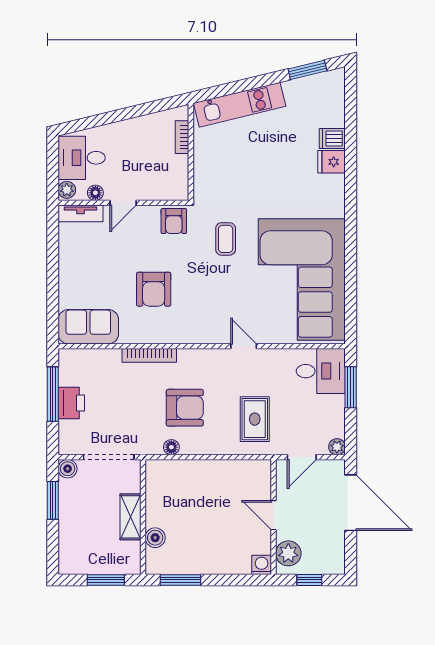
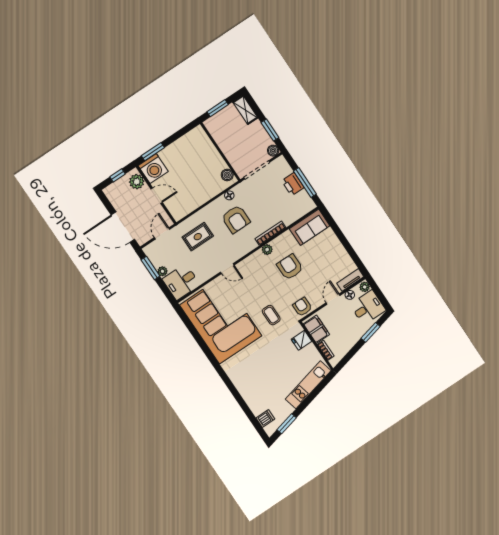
window: (101, 120) -> (371, 332), added
dishwasher: (332, 138) -> (265, 418), moved
fridge: (332, 162) -> (301, 340), moved, turned 180
filing cabinet: (175, 176) -> (316, 329), added
plant: (169, 335) -> (267, 250), added
window: (351, 387) -> (150, 268), moved
armchair: (185, 408) -> (236, 219), turned -90
rug: (255, 419) -> (198, 237), turned 90
plant: (337, 447) -> (162, 271), moved
shelving: (131, 517) -> (245, 110), moved
boiler: (155, 538) -> (227, 175), moved
washing machine: (262, 565) -> (153, 169), width x1.89, depth x1.89
window: (181, 580) -> (153, 152), moved

